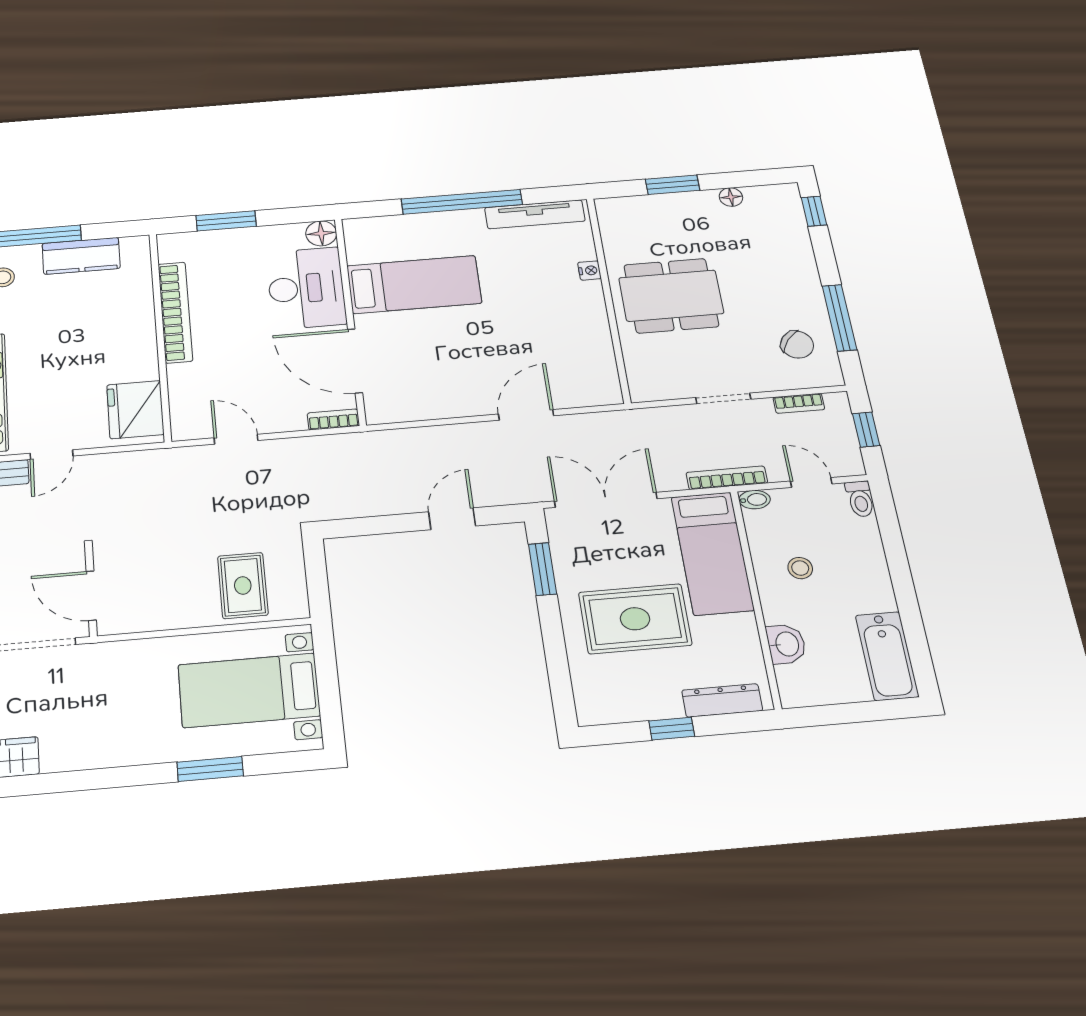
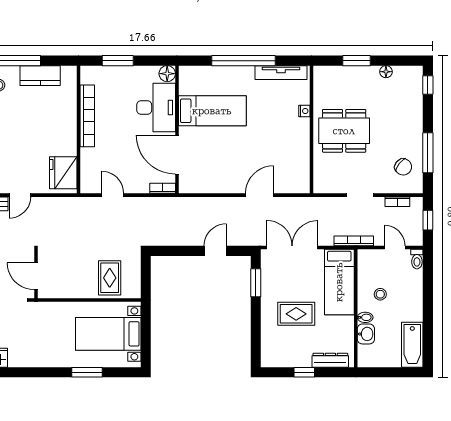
bidet: (755, 500) -> (365, 317), moved
rug: (635, 619) -> (296, 314), width x0.73, depth x0.70

